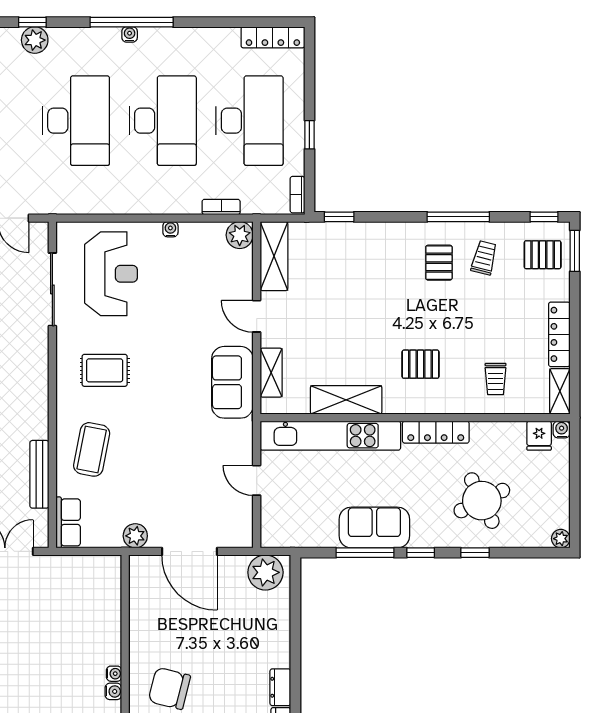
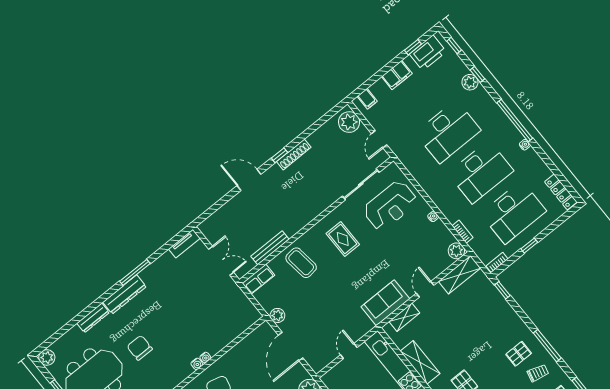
water cooler: (130, 34) -> (525, 145), moved
coffee table: (92, 449) -> (301, 263), turned 72

